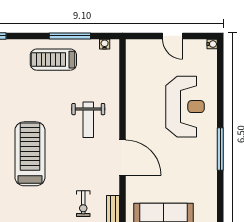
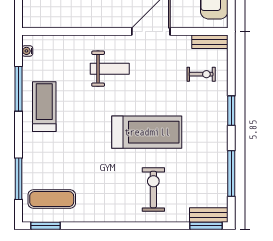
treadmill: (53, 60) -> (44, 107), turned 180
treadmill: (30, 154) -> (147, 132), turned 180

